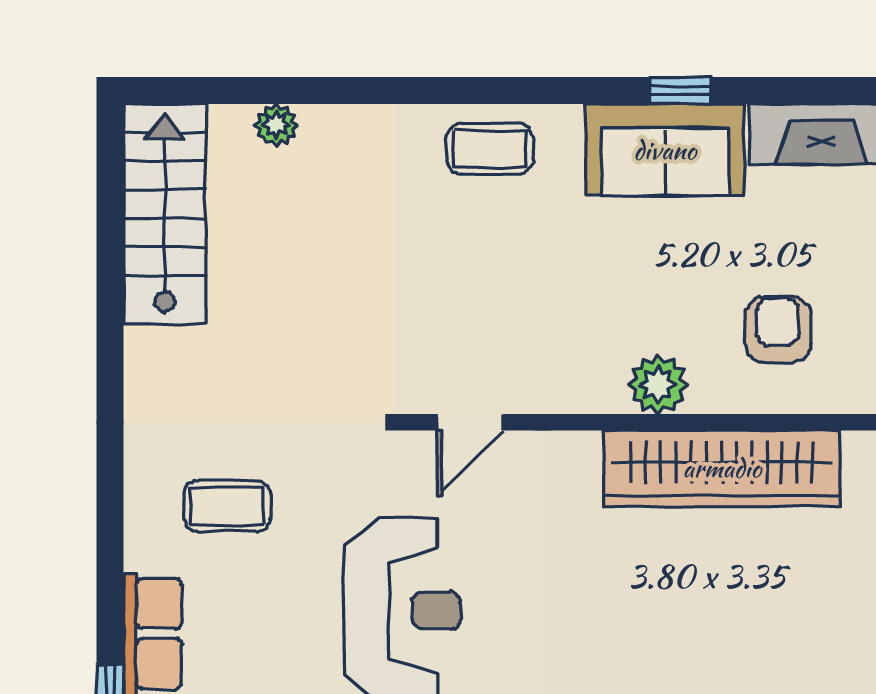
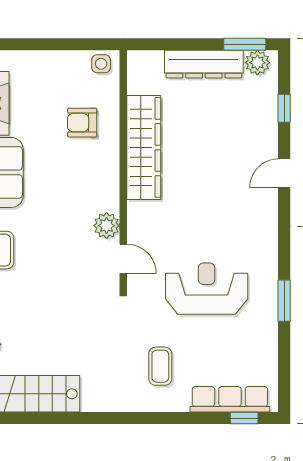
plant: (658, 385) -> (107, 226), moved

